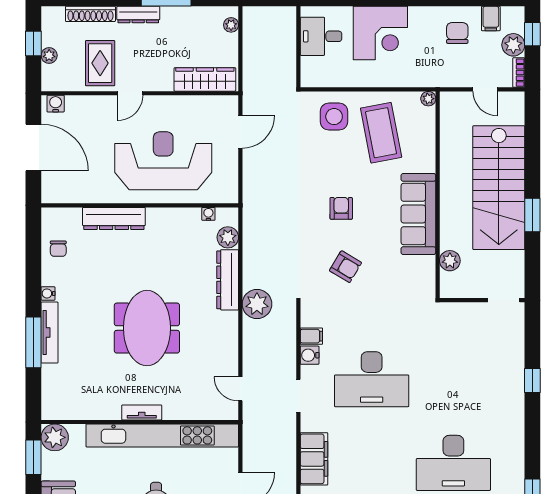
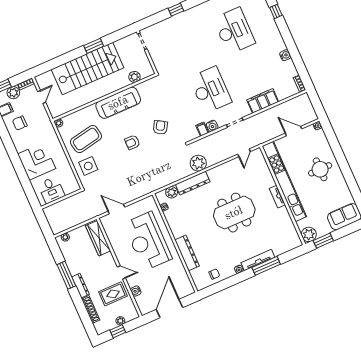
water cooler: (56, 104) -> (136, 291), moved

